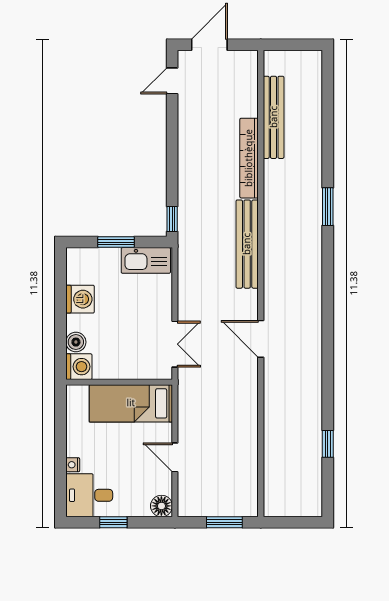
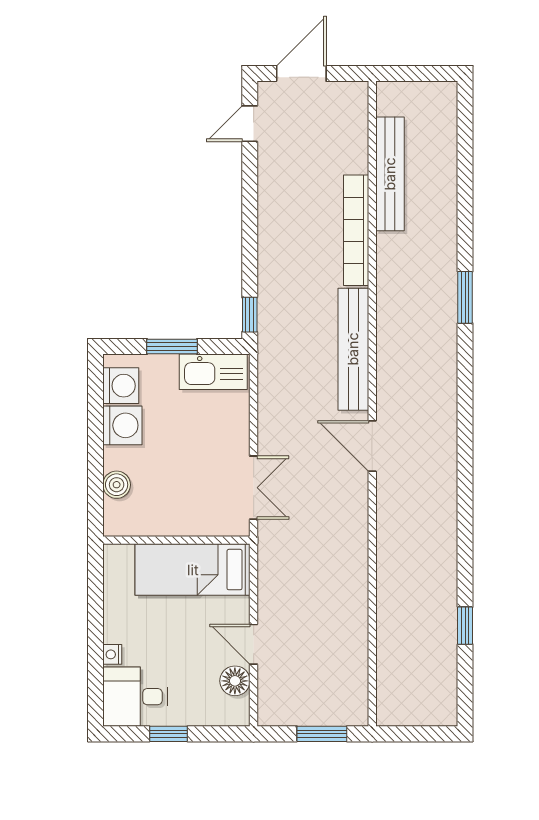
door: (261, 339) -> (372, 446), moved
washing machine: (79, 367) -> (121, 386), moved
floor lamp: (161, 506) -> (235, 681), moved

